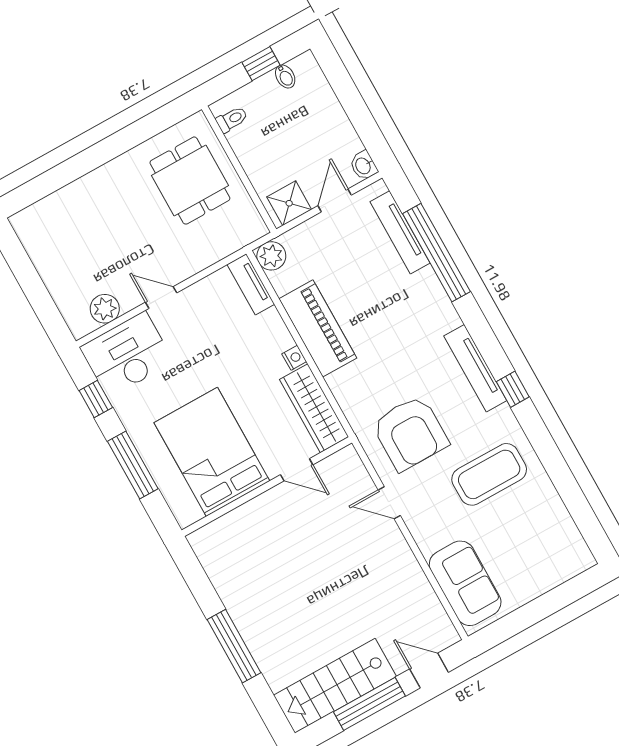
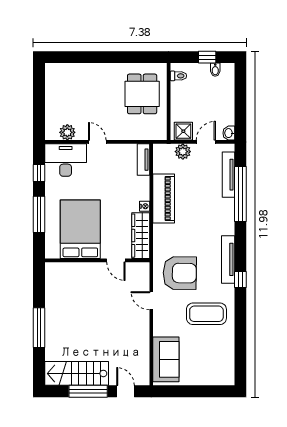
plant: (271, 256) -> (183, 152), moved
armchair: (410, 433) -> (180, 273), turned -89

